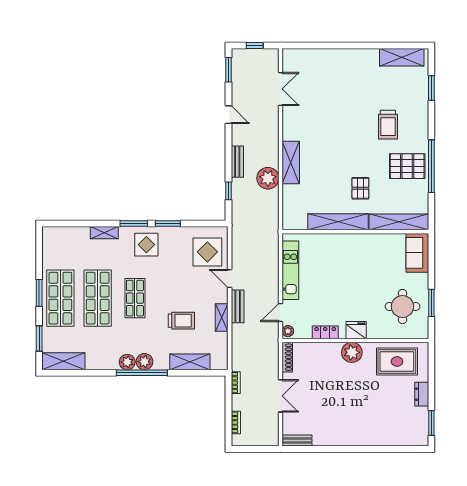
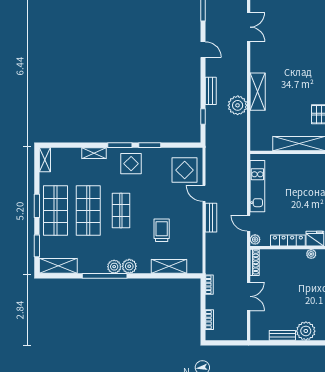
door: (280, 312) -> (249, 223), hinge flipped
shelving: (222, 318) -> (45, 160), moved
trolley: (181, 321) -> (162, 230), turned -90
locker: (325, 332) -> (288, 240), width x1.53
plant: (352, 352) -> (311, 254), width x0.53, depth x0.53
window: (142, 373) -> (105, 276), moved
plant: (346, 435) -> (306, 331), added
bench: (297, 440) -> (282, 335), moved

